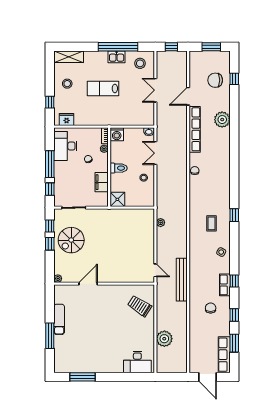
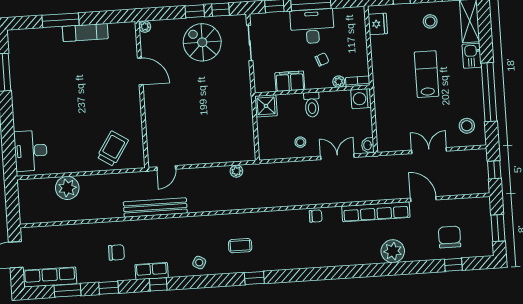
kitchen sink: (117, 57) -> (472, 56), moved
desk: (65, 146) -> (312, 26), moved

